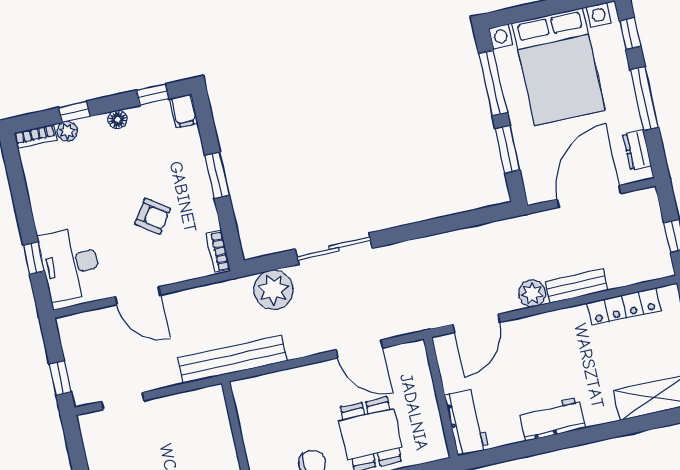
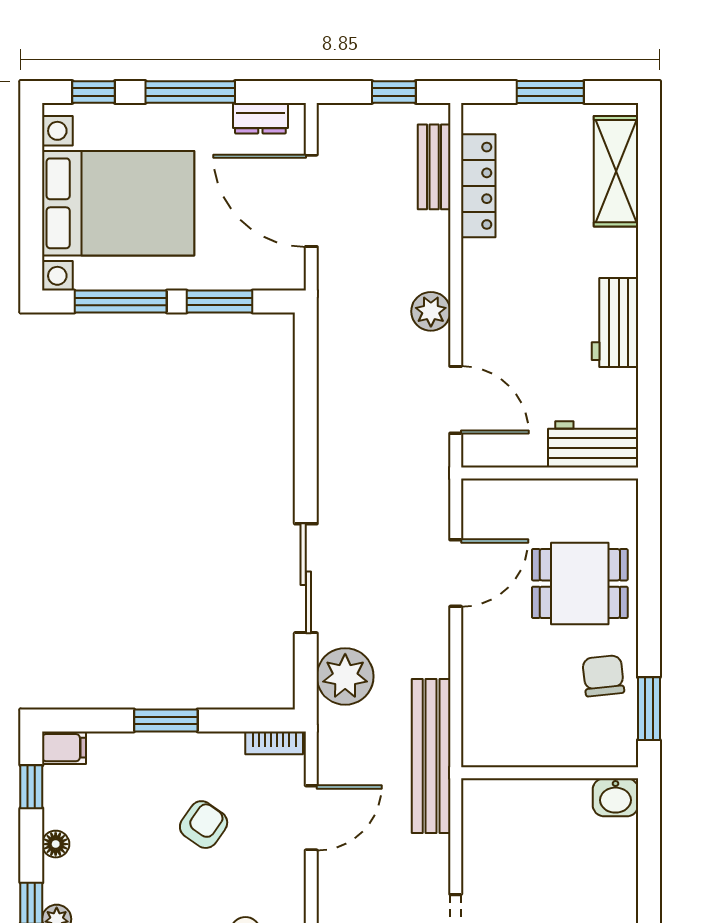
bench: (576, 286) -> (434, 167), moved
door: (138, 296) -> (311, 818), moved

